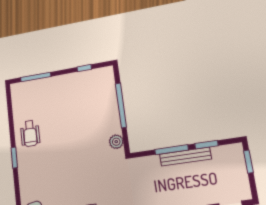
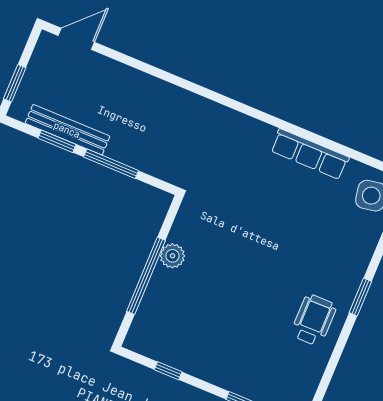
plant: (116, 142) -> (172, 256), moved
bench: (185, 157) -> (67, 130), moved

